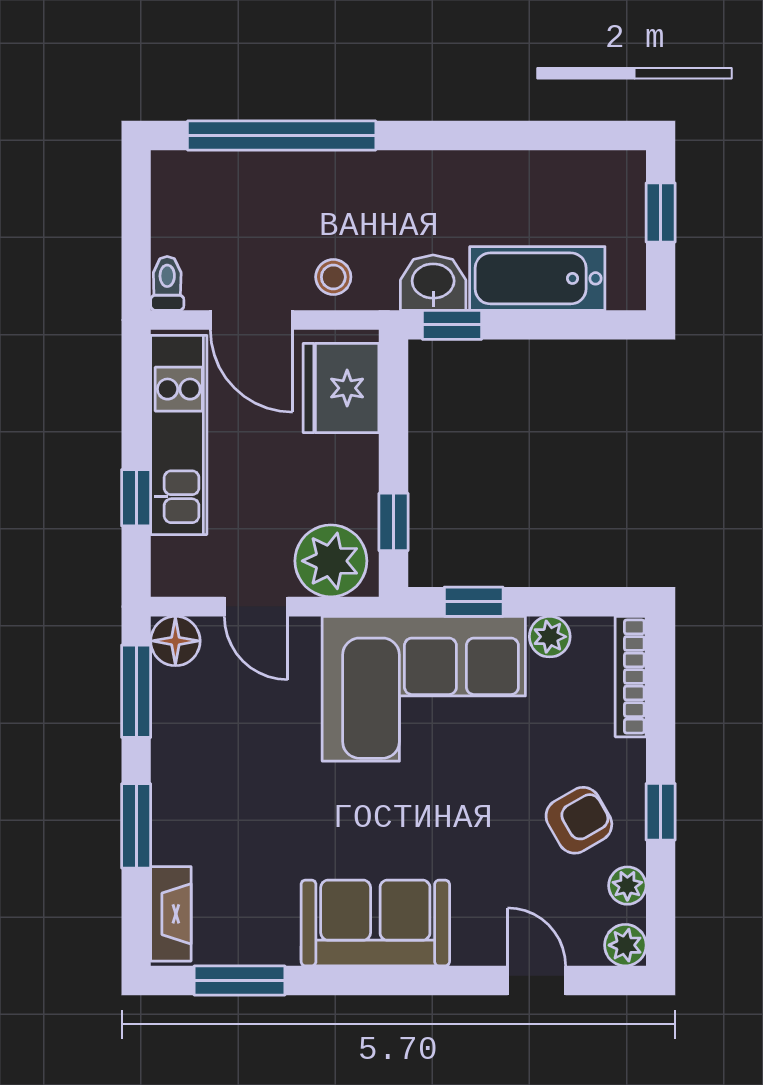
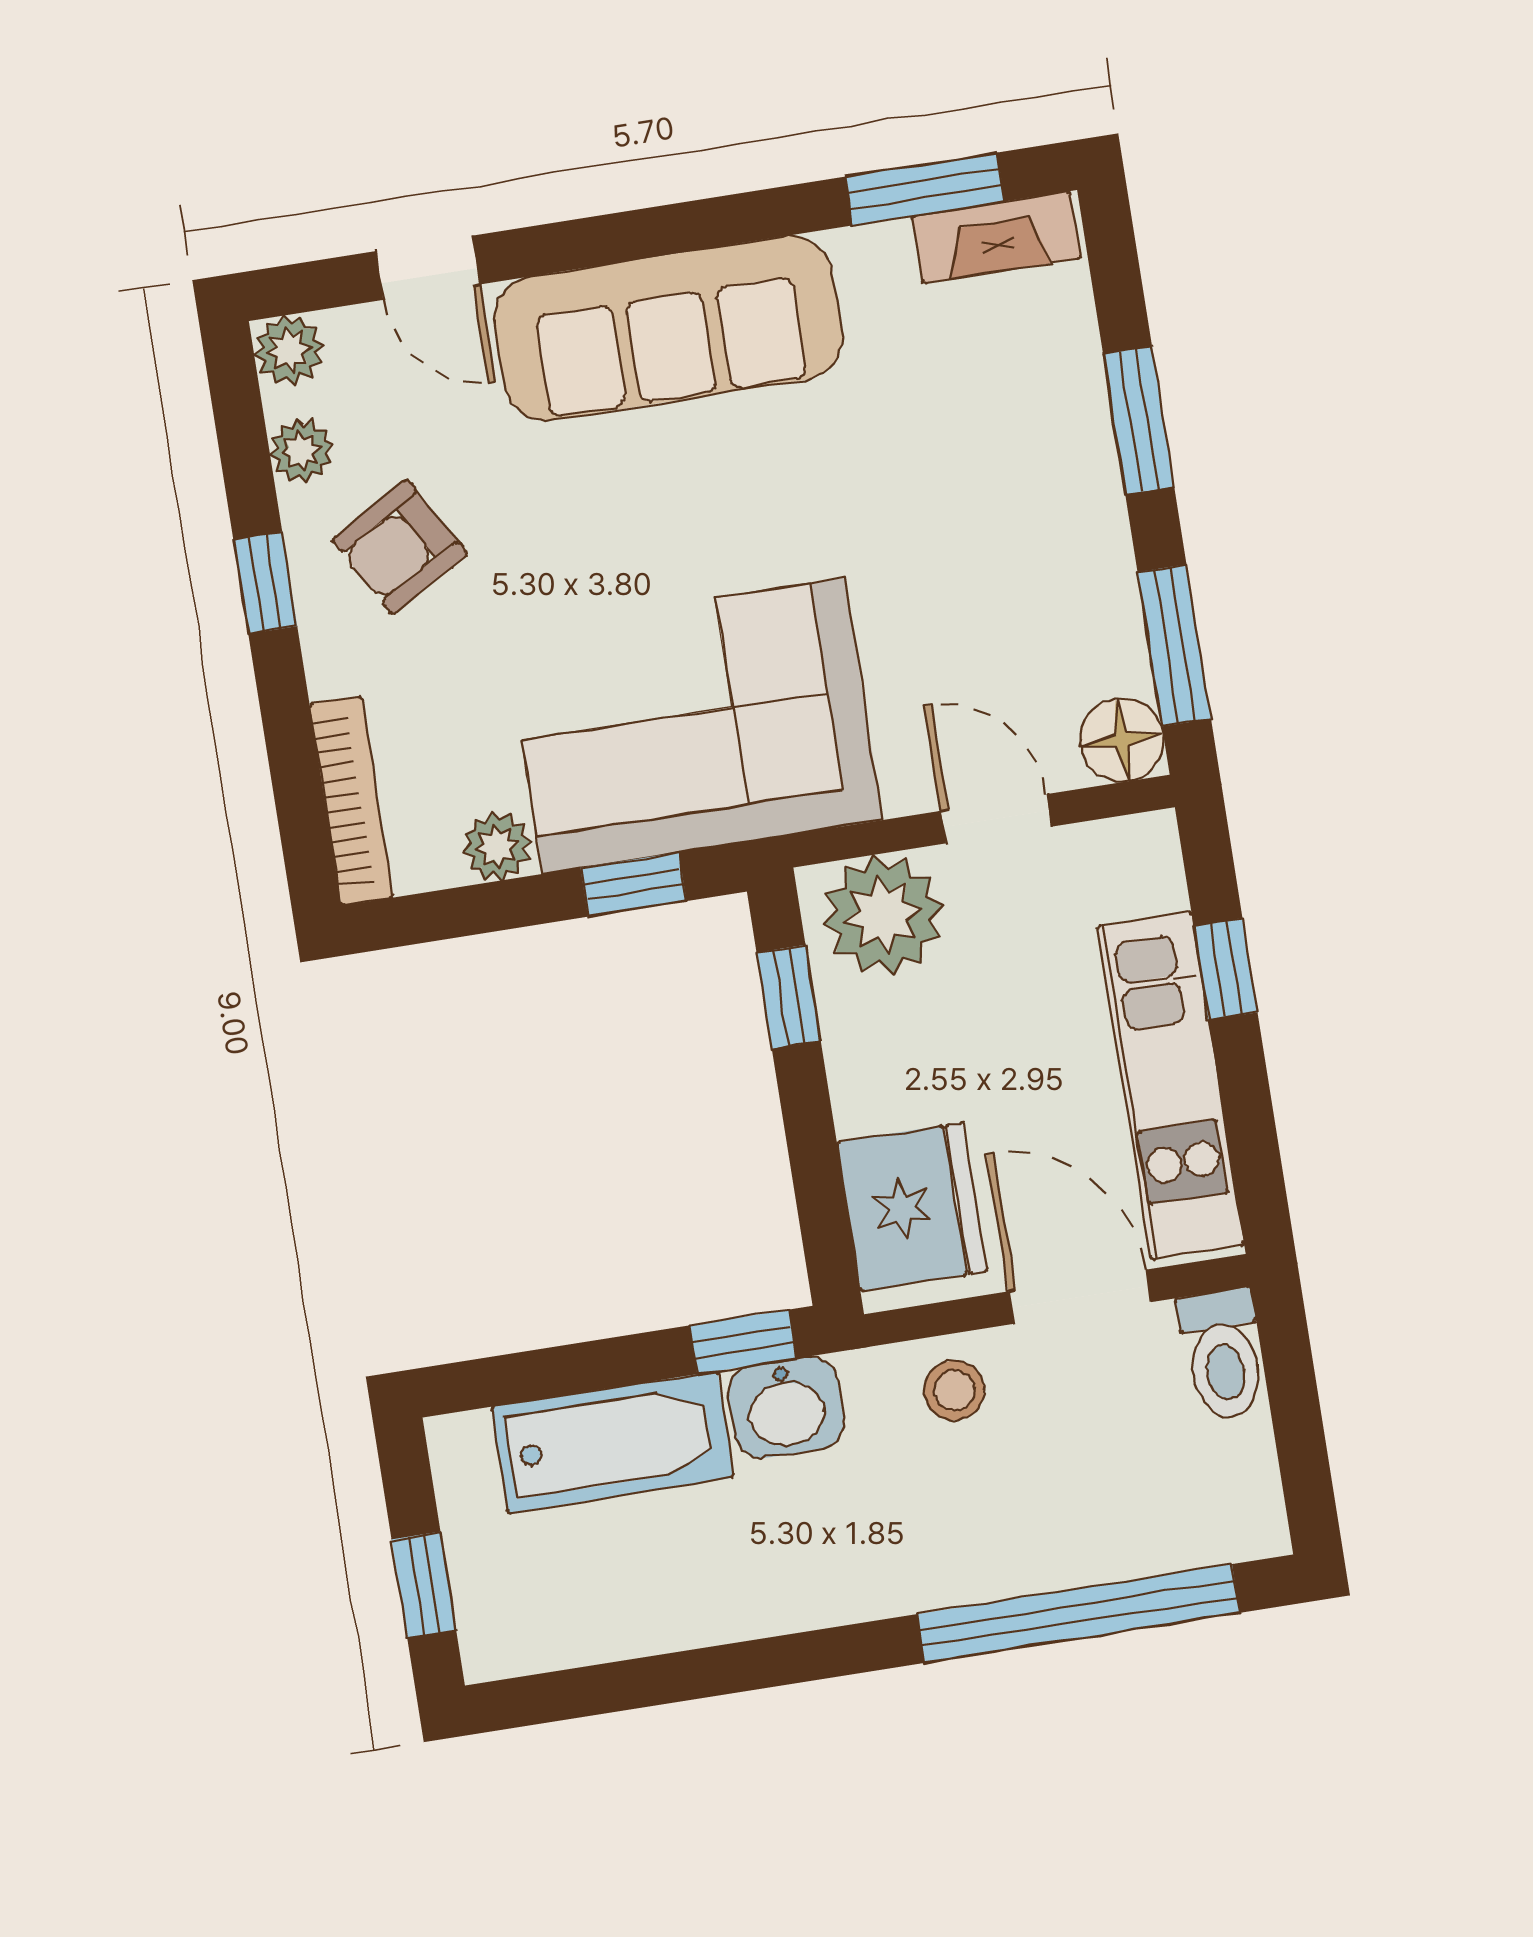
toilet: (167, 283) -> (1223, 1355), width x1.37, depth x1.39
fireplace: (171, 914) -> (996, 237), moved, turned -90
sofa: (375, 923) -> (668, 328), width x1.36

